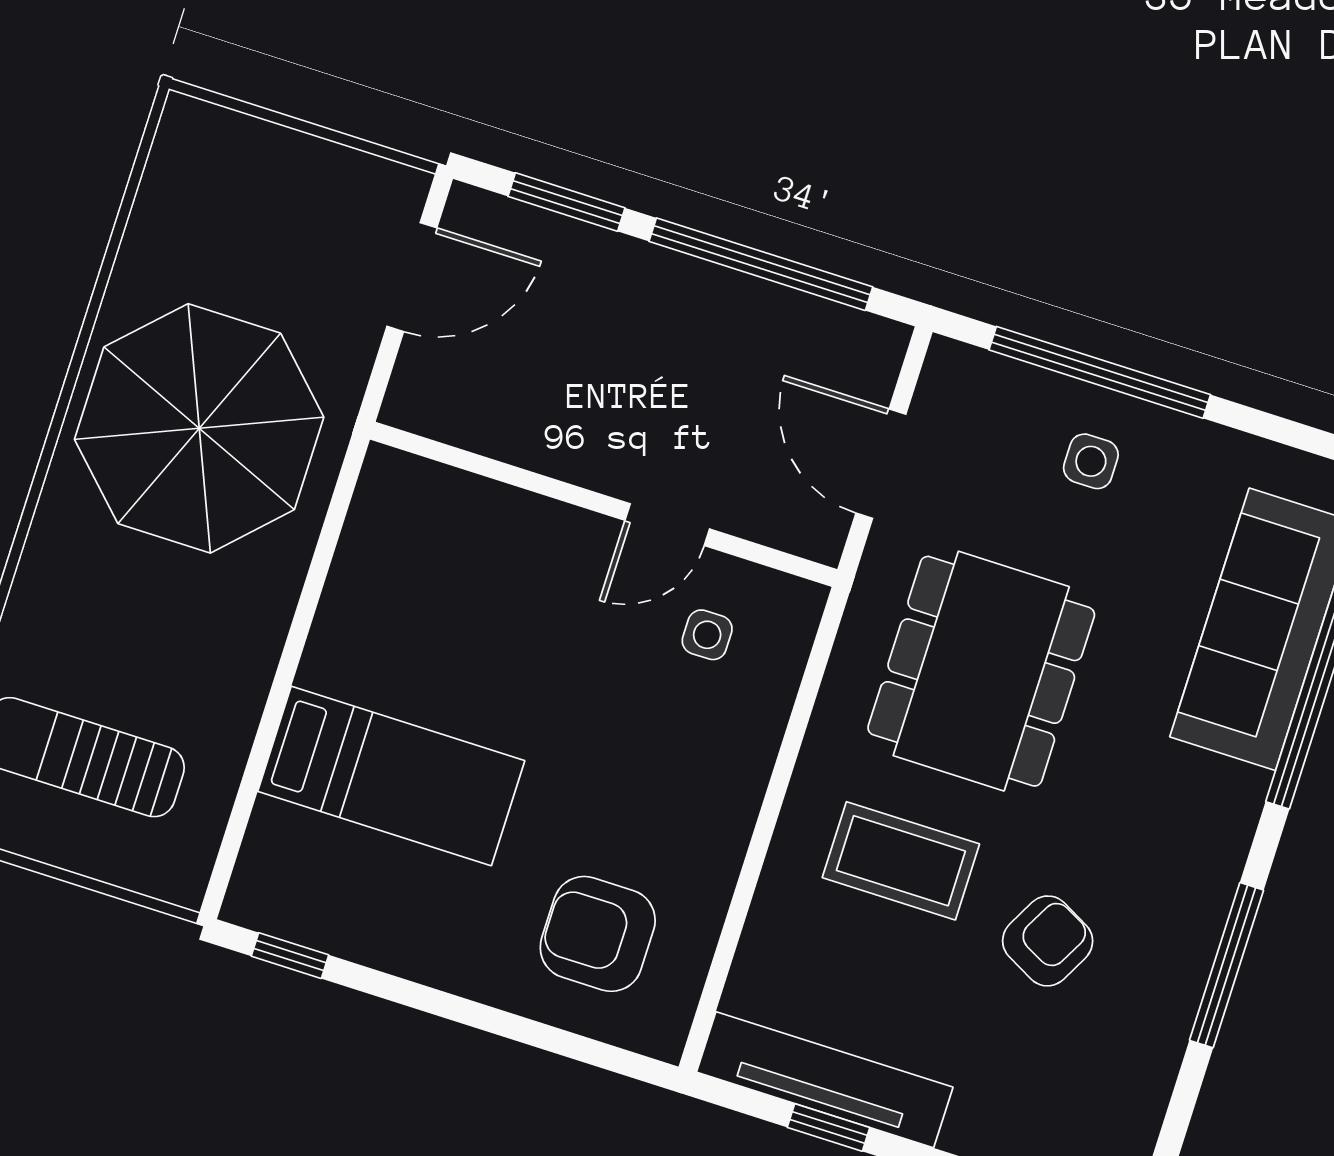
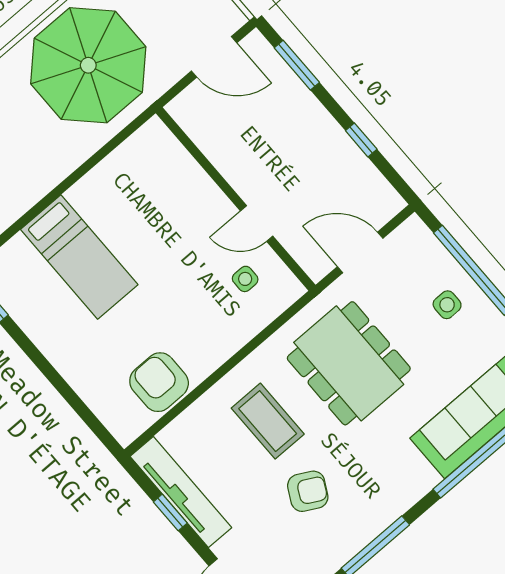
window: (761, 264) -> (361, 140), width x0.32
door: (881, 464) -> (360, 252), hinge flipped
dining table: (981, 671) -> (349, 363), turned 90
armchair: (598, 934) -> (159, 382), moved

